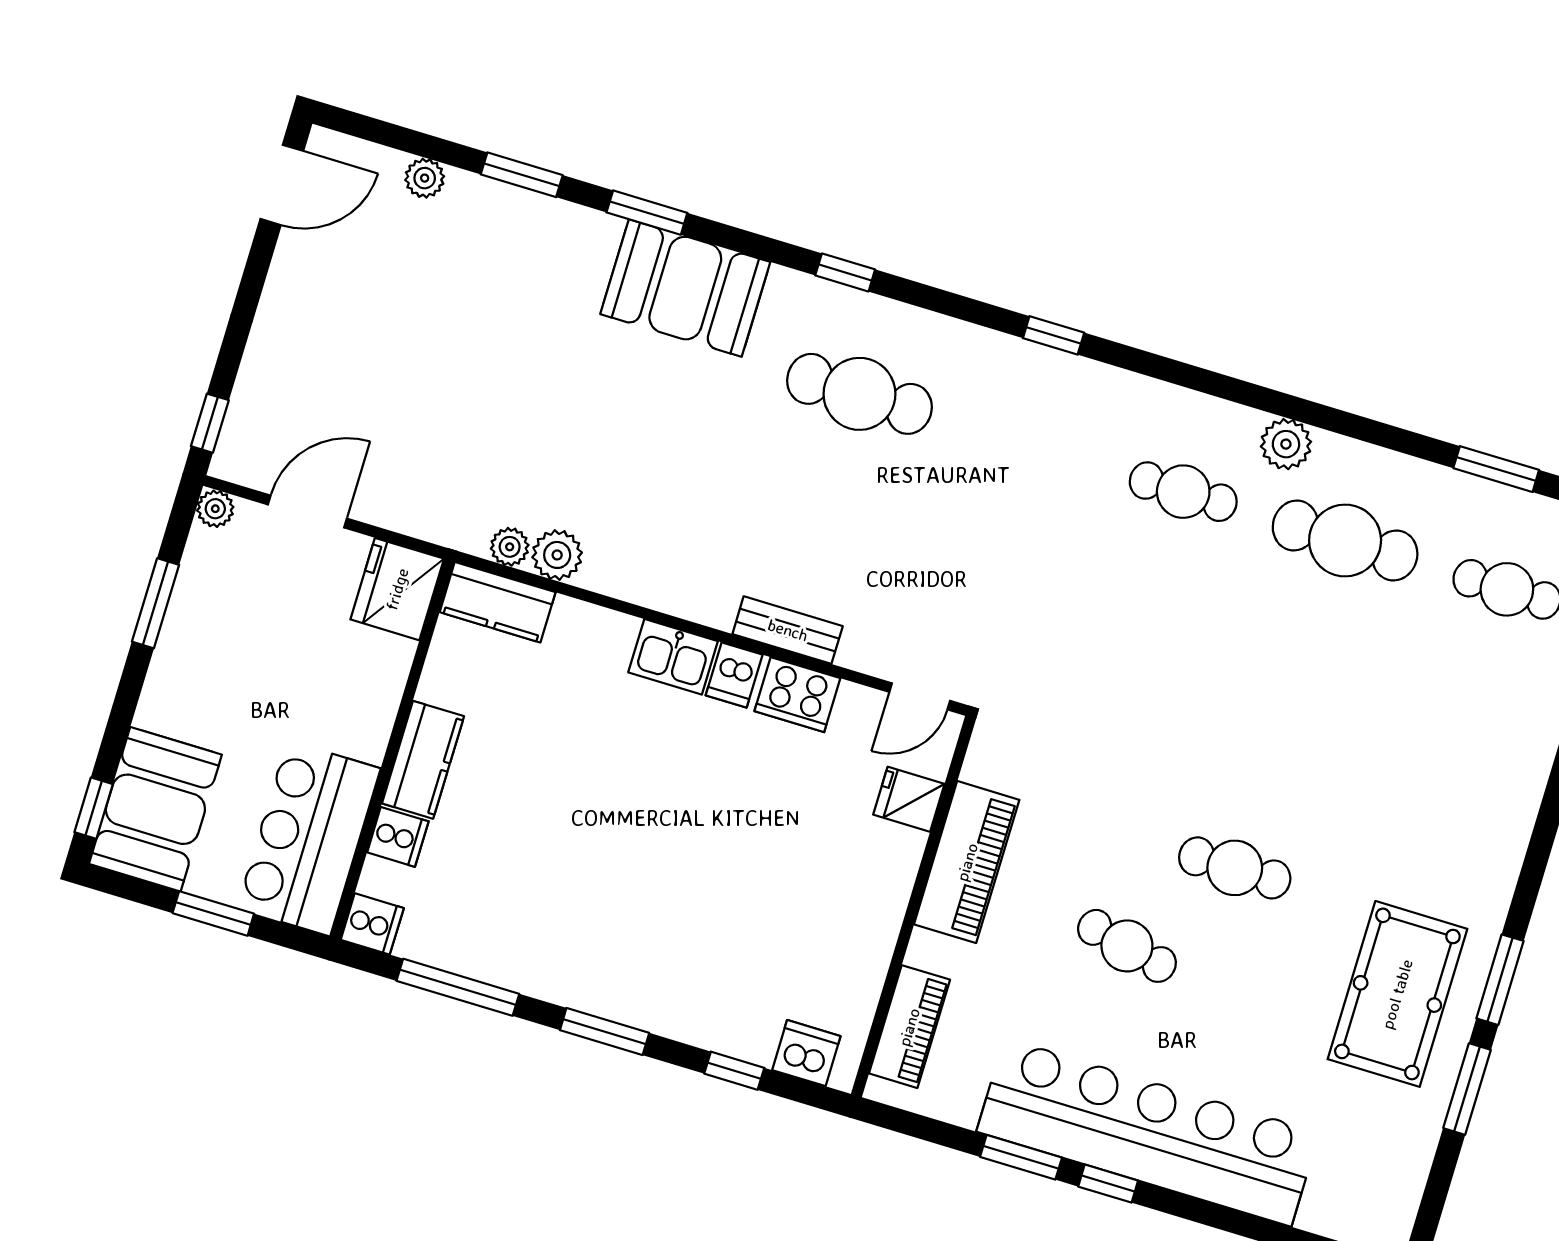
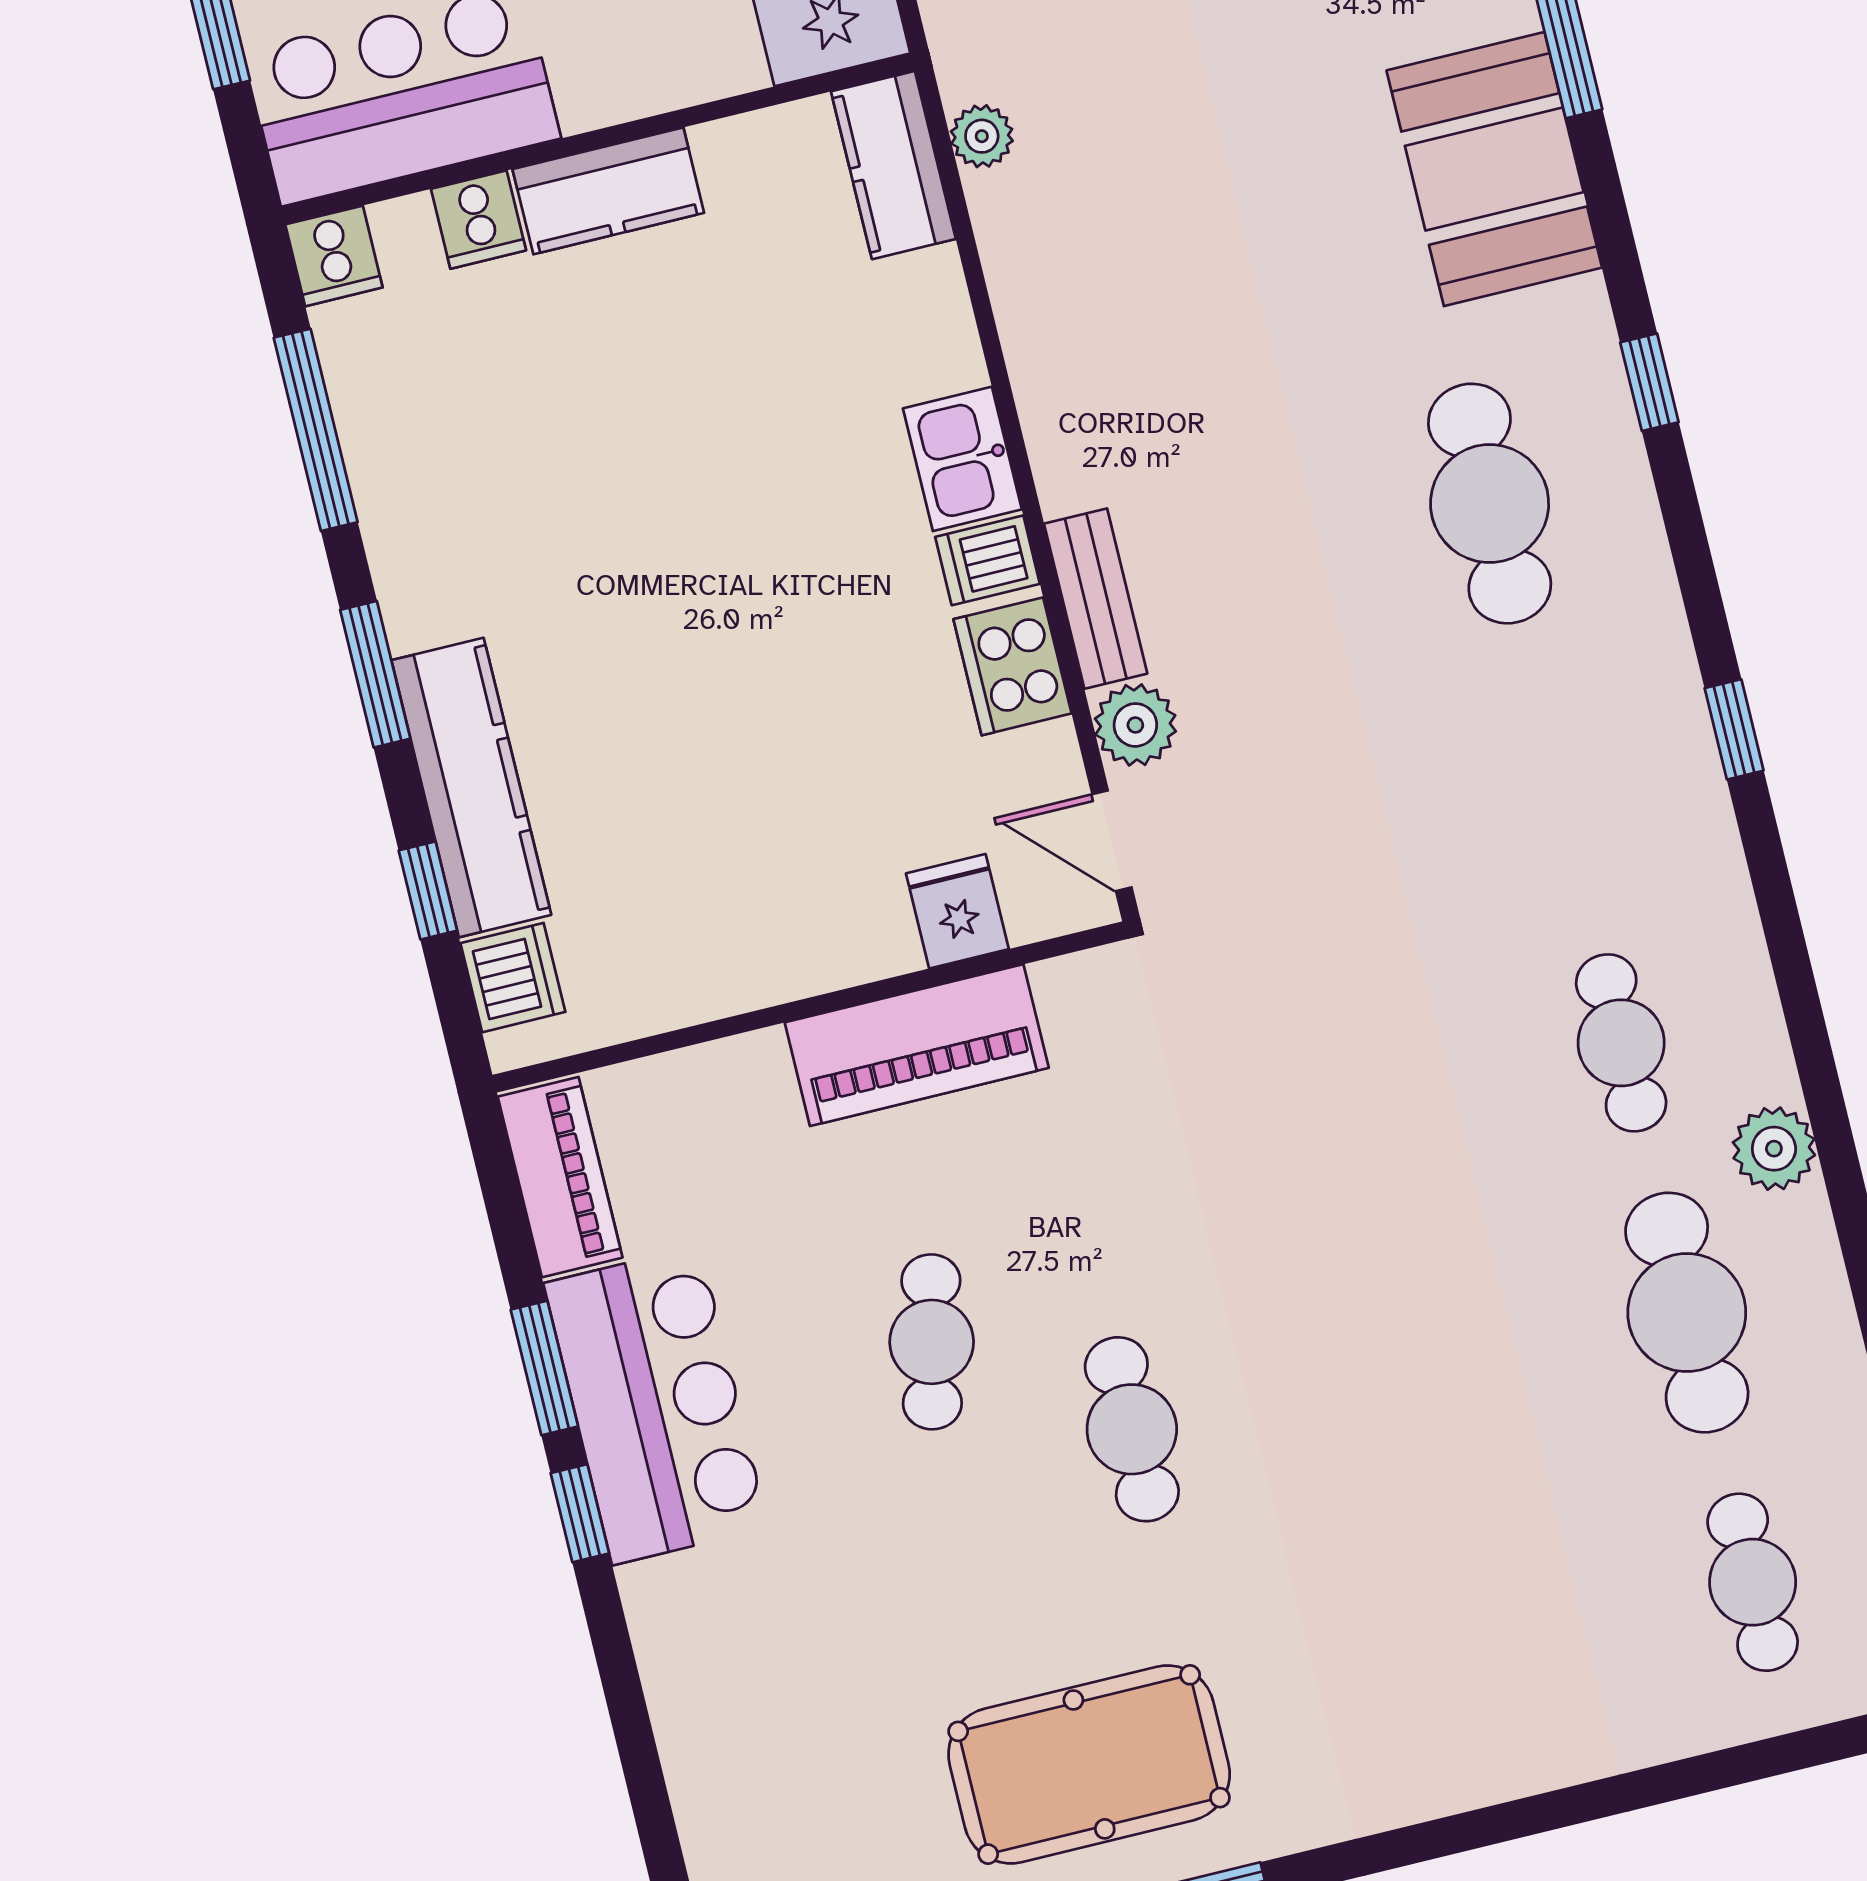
plant: (557, 555) -> (1135, 725), moved
kitchen counter: (694, 1016) -> (471, 787), added
piano: (909, 1027) -> (560, 1177), moved, turned -90
bar counter: (1148, 1132) -> (656, 1405), width x0.54

